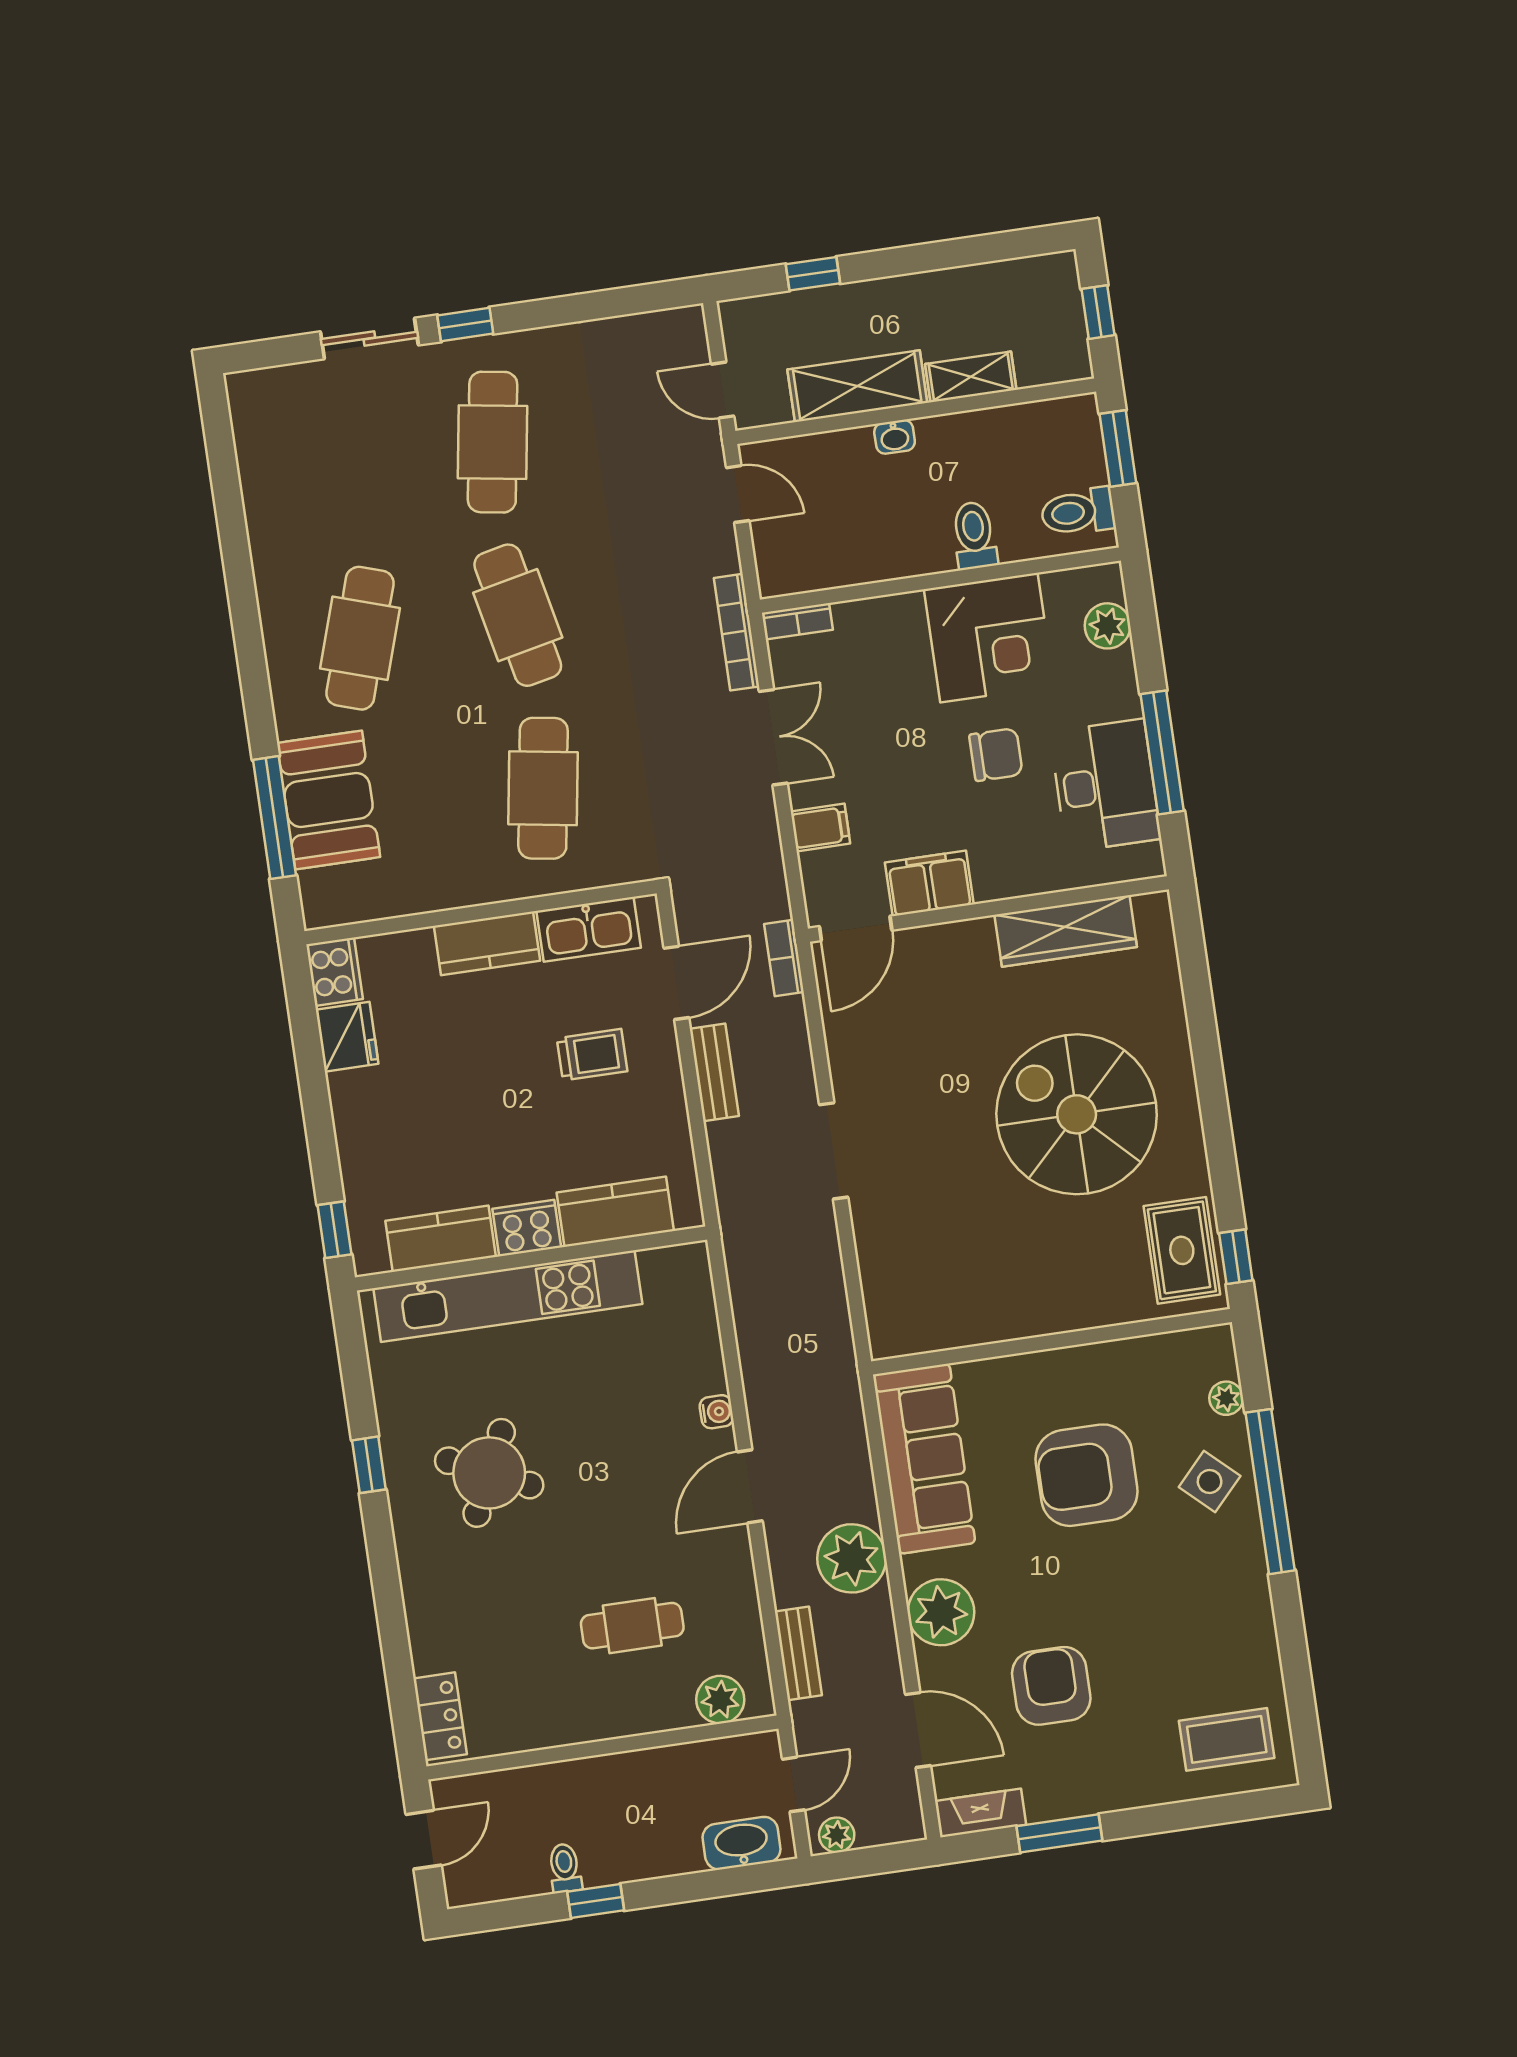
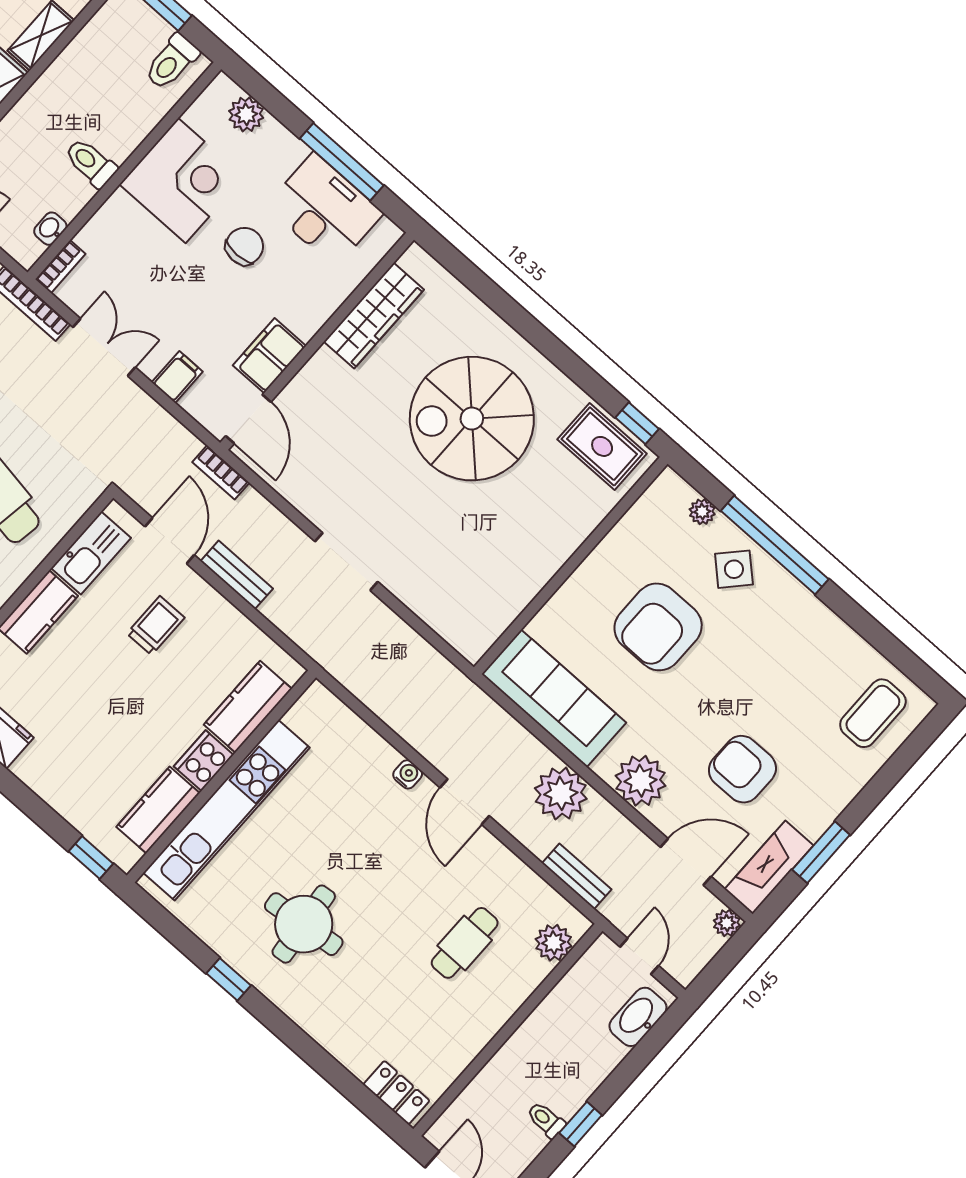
washbasin: (895, 437) -> (50, 229), moved, turned 180
toilet: (974, 535) -> (91, 163), moved
round table: (489, 1473) -> (304, 924), turned -31
fireplace: (981, 1813) -> (769, 867), width x1.37, depth x1.32
plant: (837, 1835) -> (727, 923), moved

